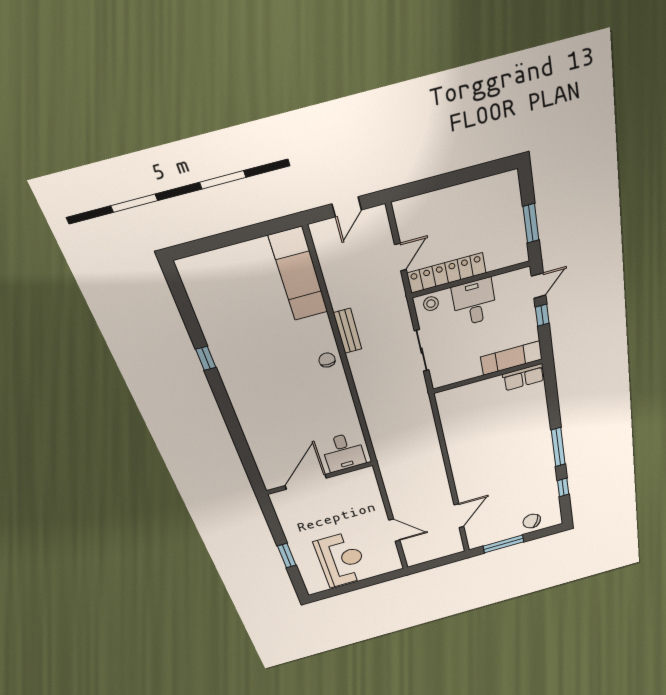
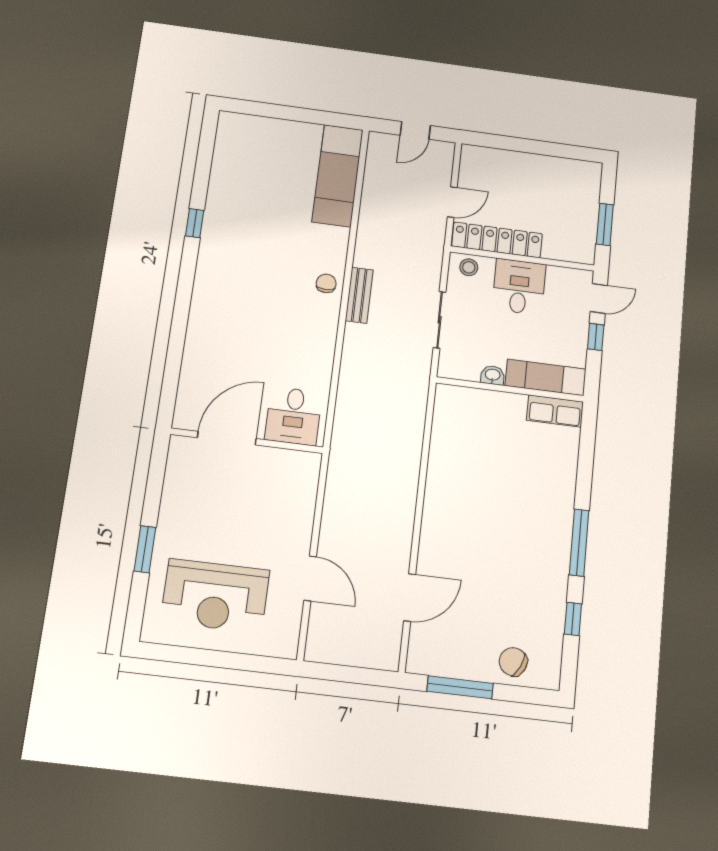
bench: (348, 331) -> (359, 295), moved
washbasin: (473, 372) -> (493, 375), added
reception desk: (341, 560) -> (215, 596), turned 90

